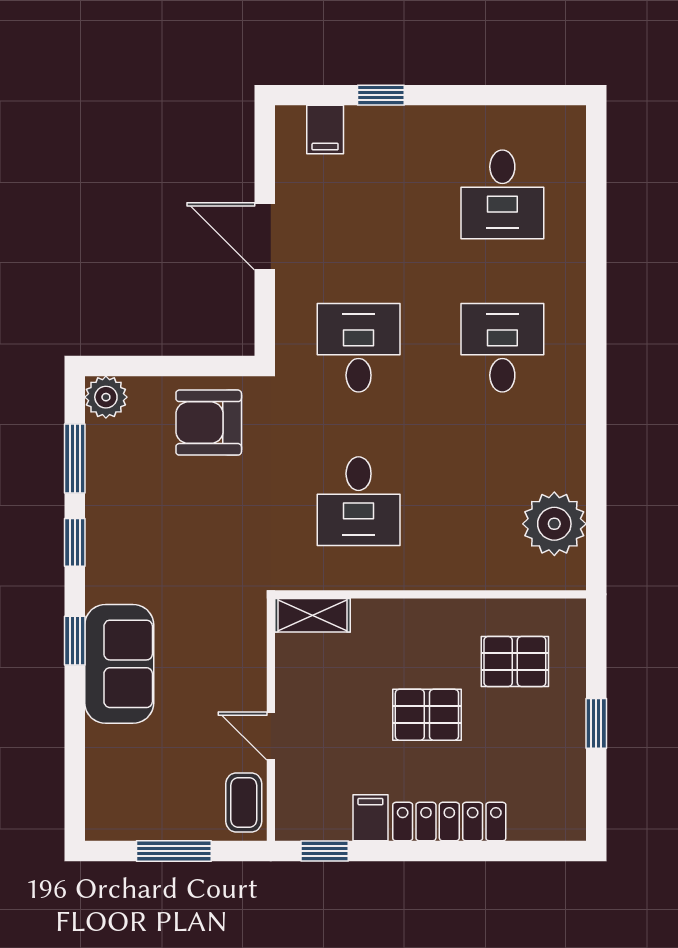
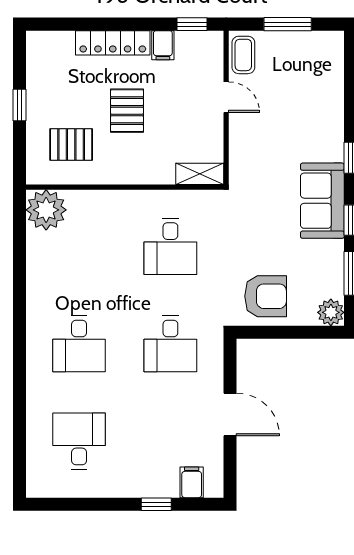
desk: (359, 501) -> (170, 246), turned 180
plant: (554, 524) -> (46, 210), moved
sofa: (119, 664) -> (322, 201), moved
pallet: (427, 715) -> (127, 111), turned 90

